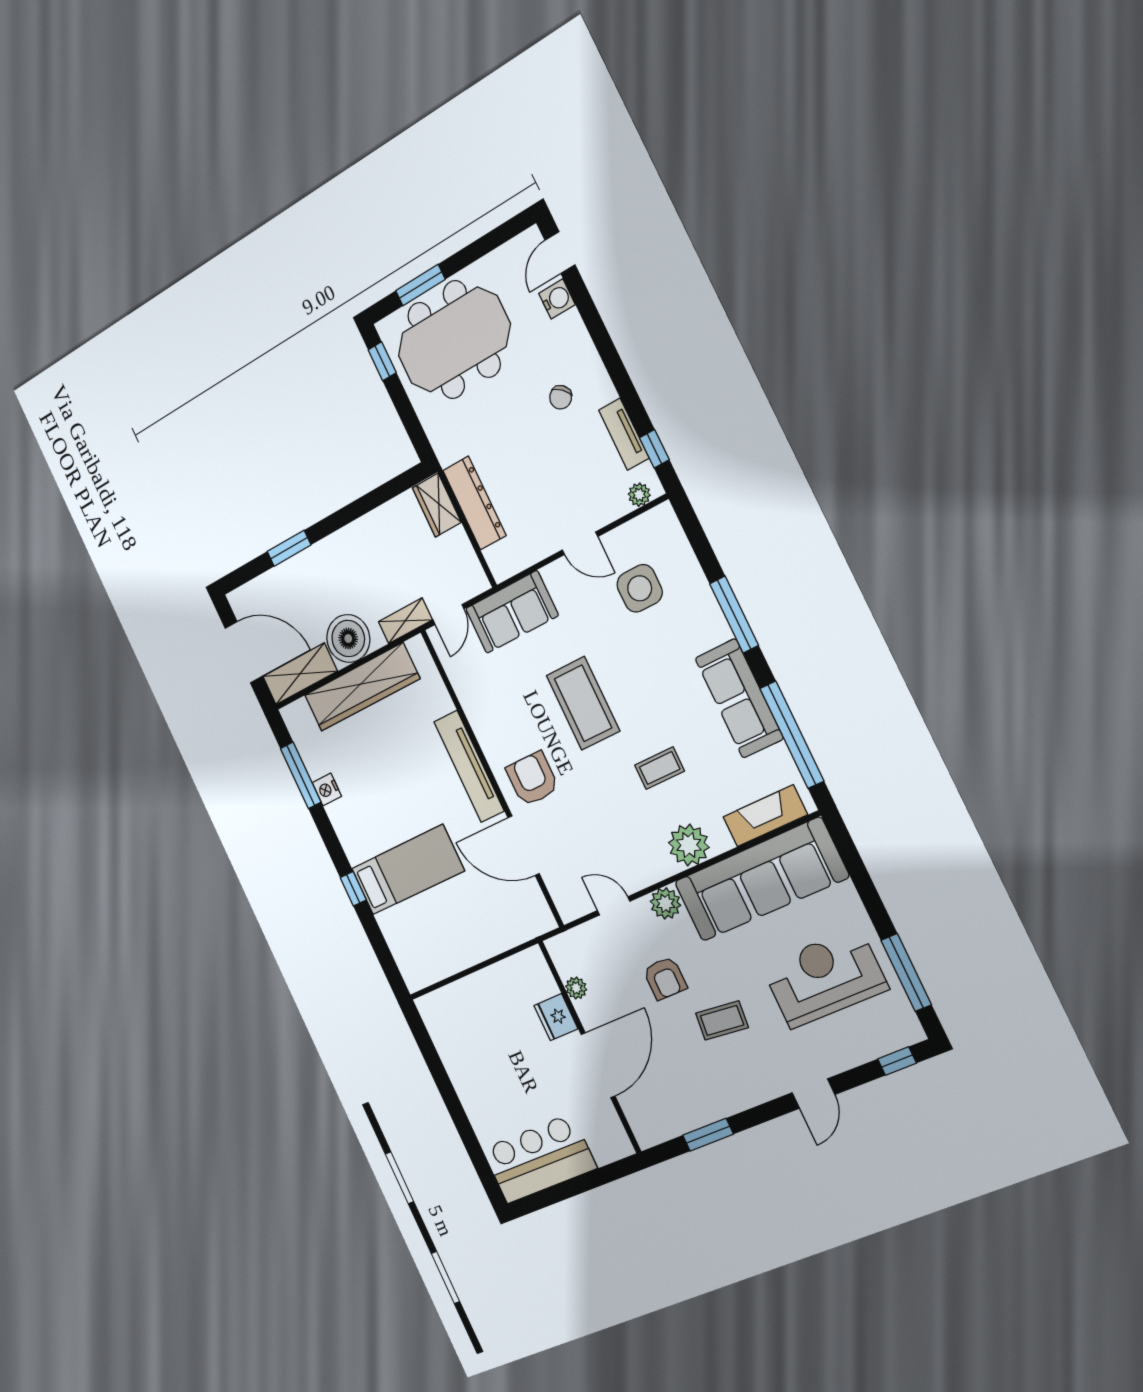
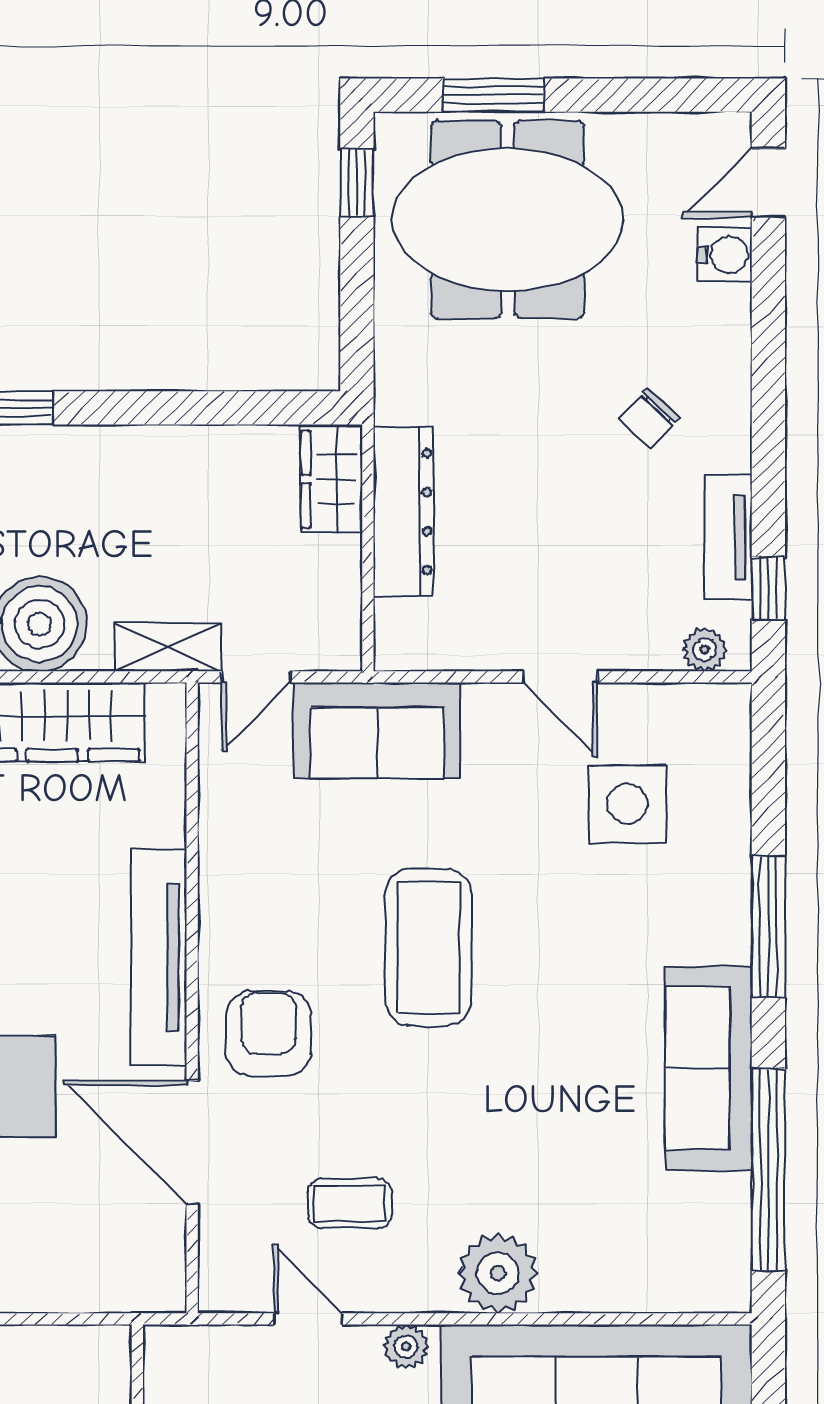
coffee table: (660, 768) -> (350, 1203), moved
fireplace: (765, 816) -> (656, 1283), removed
plant: (665, 903) -> (406, 1346), width x0.73, depth x0.73

